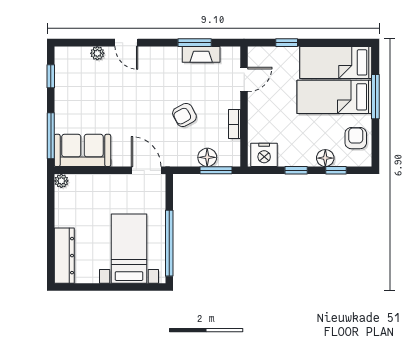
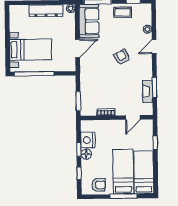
door: (244, 79) -> (133, 117), hinge flipped
coffee table: (69, 94) -> (123, 12), added
armchair: (184, 115) -> (122, 57), moved
nightstand: (264, 155) -> (88, 140), moved
floor lamp: (207, 157) -> (86, 96), removed
floor lamp: (325, 158) -> (86, 154), moved
door: (146, 170) -> (78, 48), moved
dresser: (64, 256) -> (46, 11), moved

